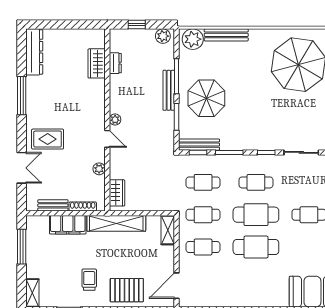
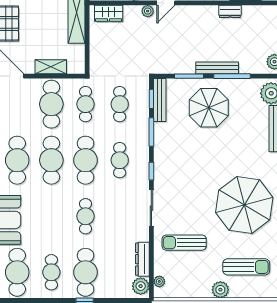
dresser: (115, 63) -> (230, 11), moved
plant: (115, 120) -> (148, 11), moved
shelving: (168, 230) -> (51, 67), moved
cafe table: (203, 247) -> (51, 104), width x1.37, depth x1.35
cafe table: (256, 279) -> (17, 160), added

